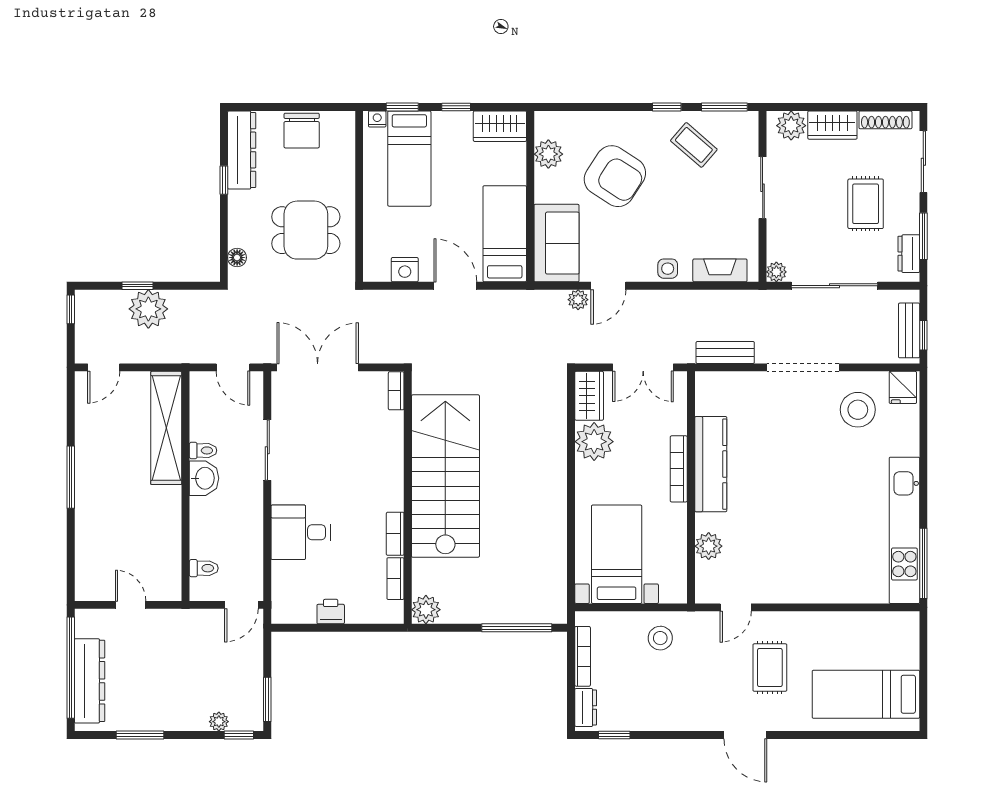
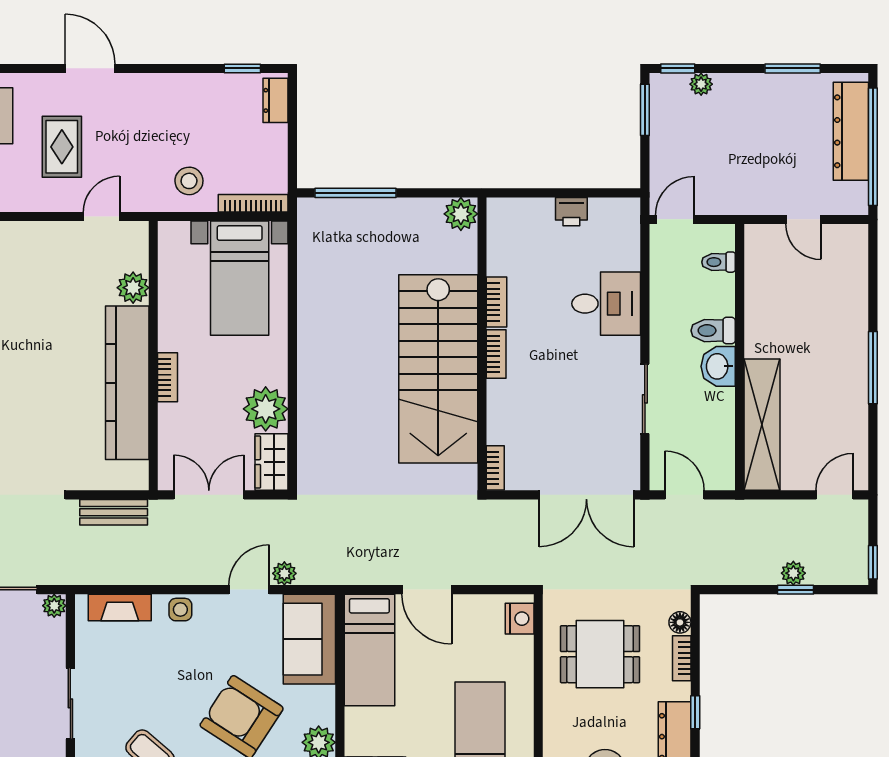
bookcase: (235, 227) -> (682, 658), added
nightstand: (405, 270) -> (520, 619), moved, turned 90
plant: (148, 309) -> (793, 573), width x0.53, depth x0.53
toilet: (203, 450) -> (713, 331), moved, width x1.37, depth x1.39
kitchen counter: (711, 464) -> (127, 383), width x1.39, depth x1.17
bookcase: (679, 469) -> (168, 377), width x0.64
bookcase: (395, 579) -> (496, 354), moved
bookcase: (583, 656) -> (253, 203), moved, turned 90

